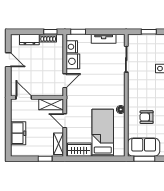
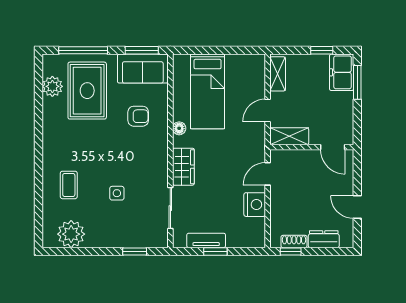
window: (78, 32) -> (215, 251), moved
nightstand: (72, 47) -> (257, 228), removed
door: (65, 121) -> (268, 110), swing flipped
freezer: (18, 133) -> (342, 72), moved
window: (8, 138) -> (357, 82), added
wardrobe: (79, 150) -> (183, 167), moved, turned -90
window: (45, 159) -> (322, 50), moved

